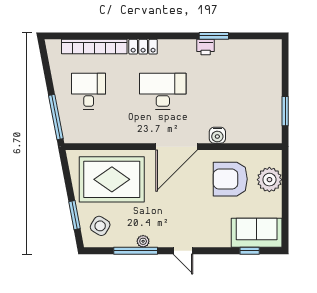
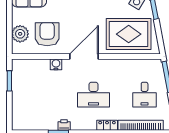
armchair: (230, 179) -> (47, 34), turned -90

